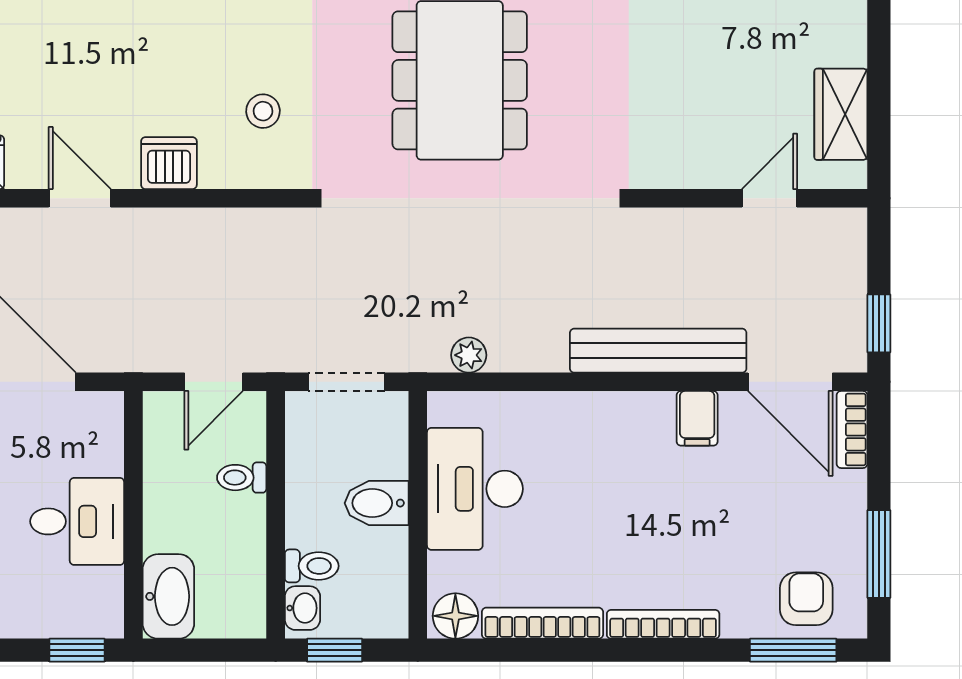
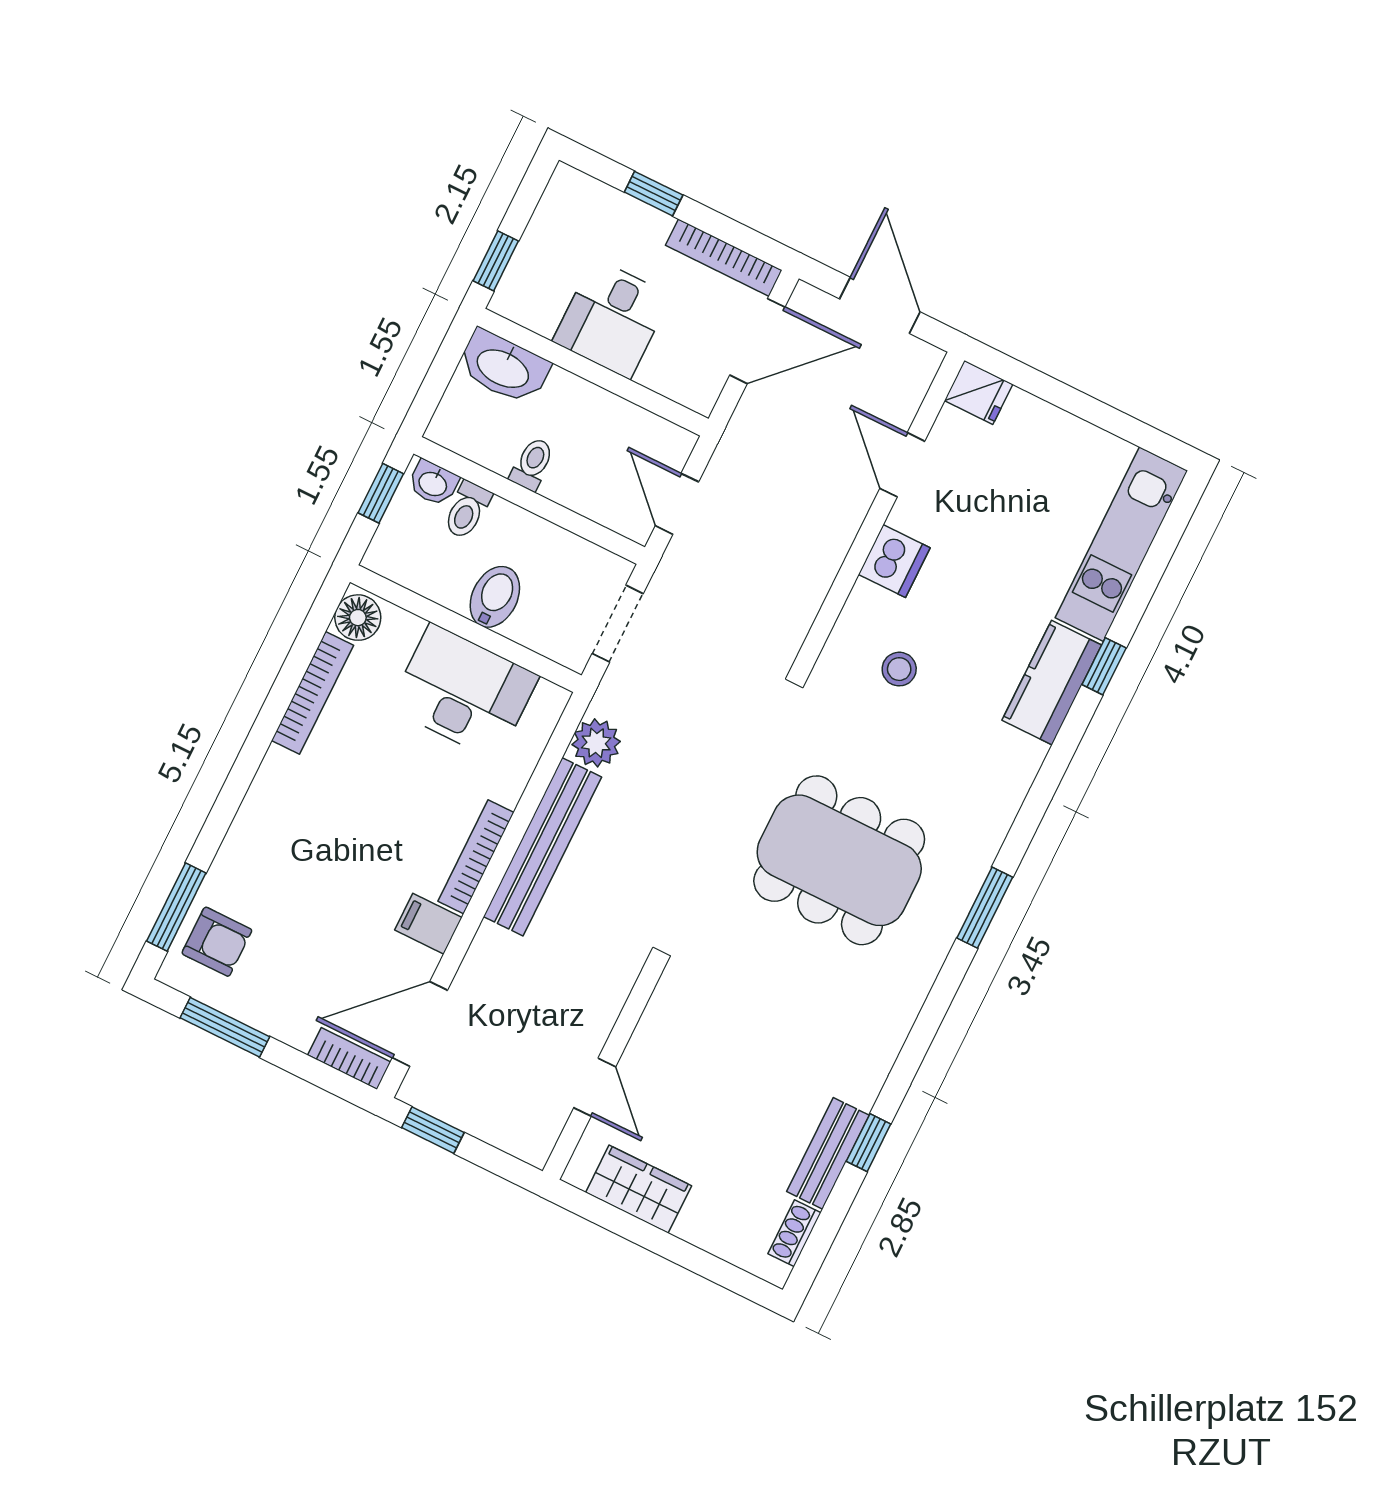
door: (80, 198) -> (902, 465), swing flipped
bench: (658, 351) -> (542, 847), moved
plant: (469, 355) -> (596, 743), width x1.38, depth x1.38
toilet: (242, 478) -> (532, 464), moved
bookcase: (663, 624) -> (476, 857), moved, turned 180

